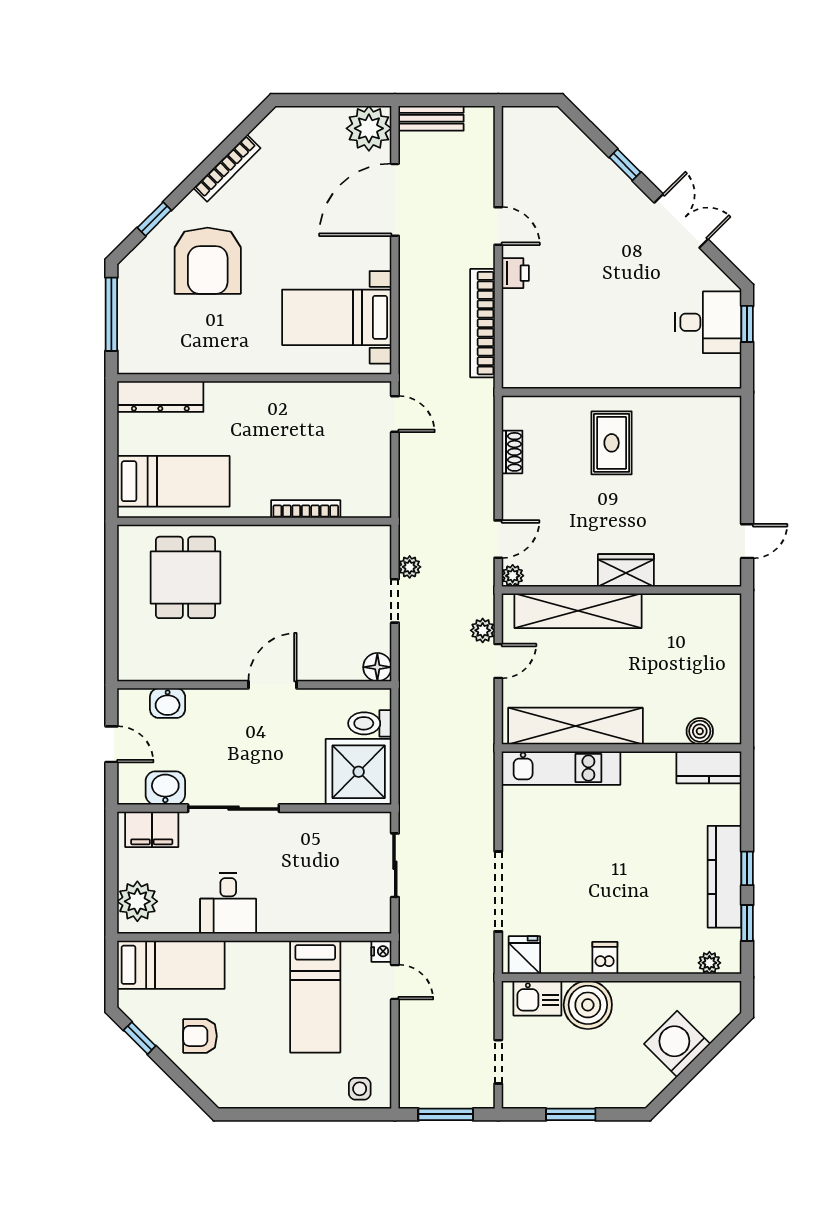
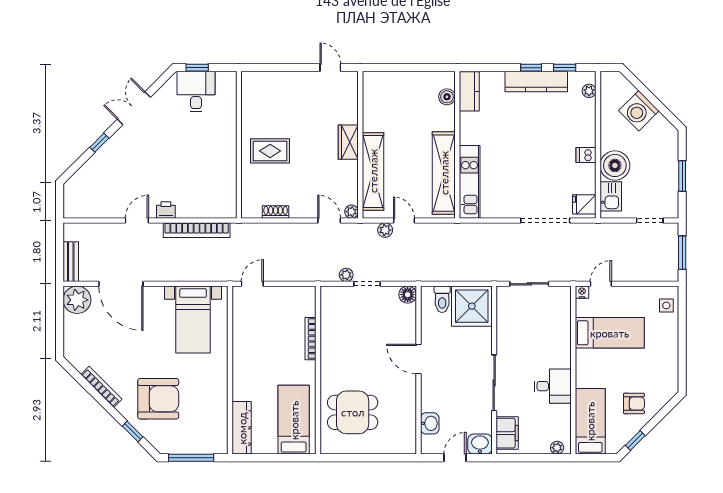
washbasin: (165, 788) -> (480, 444), moved, turned 90
plant: (137, 901) -> (557, 448), width x0.53, depth x0.53
armchair: (200, 1036) -> (634, 403), turned -90

